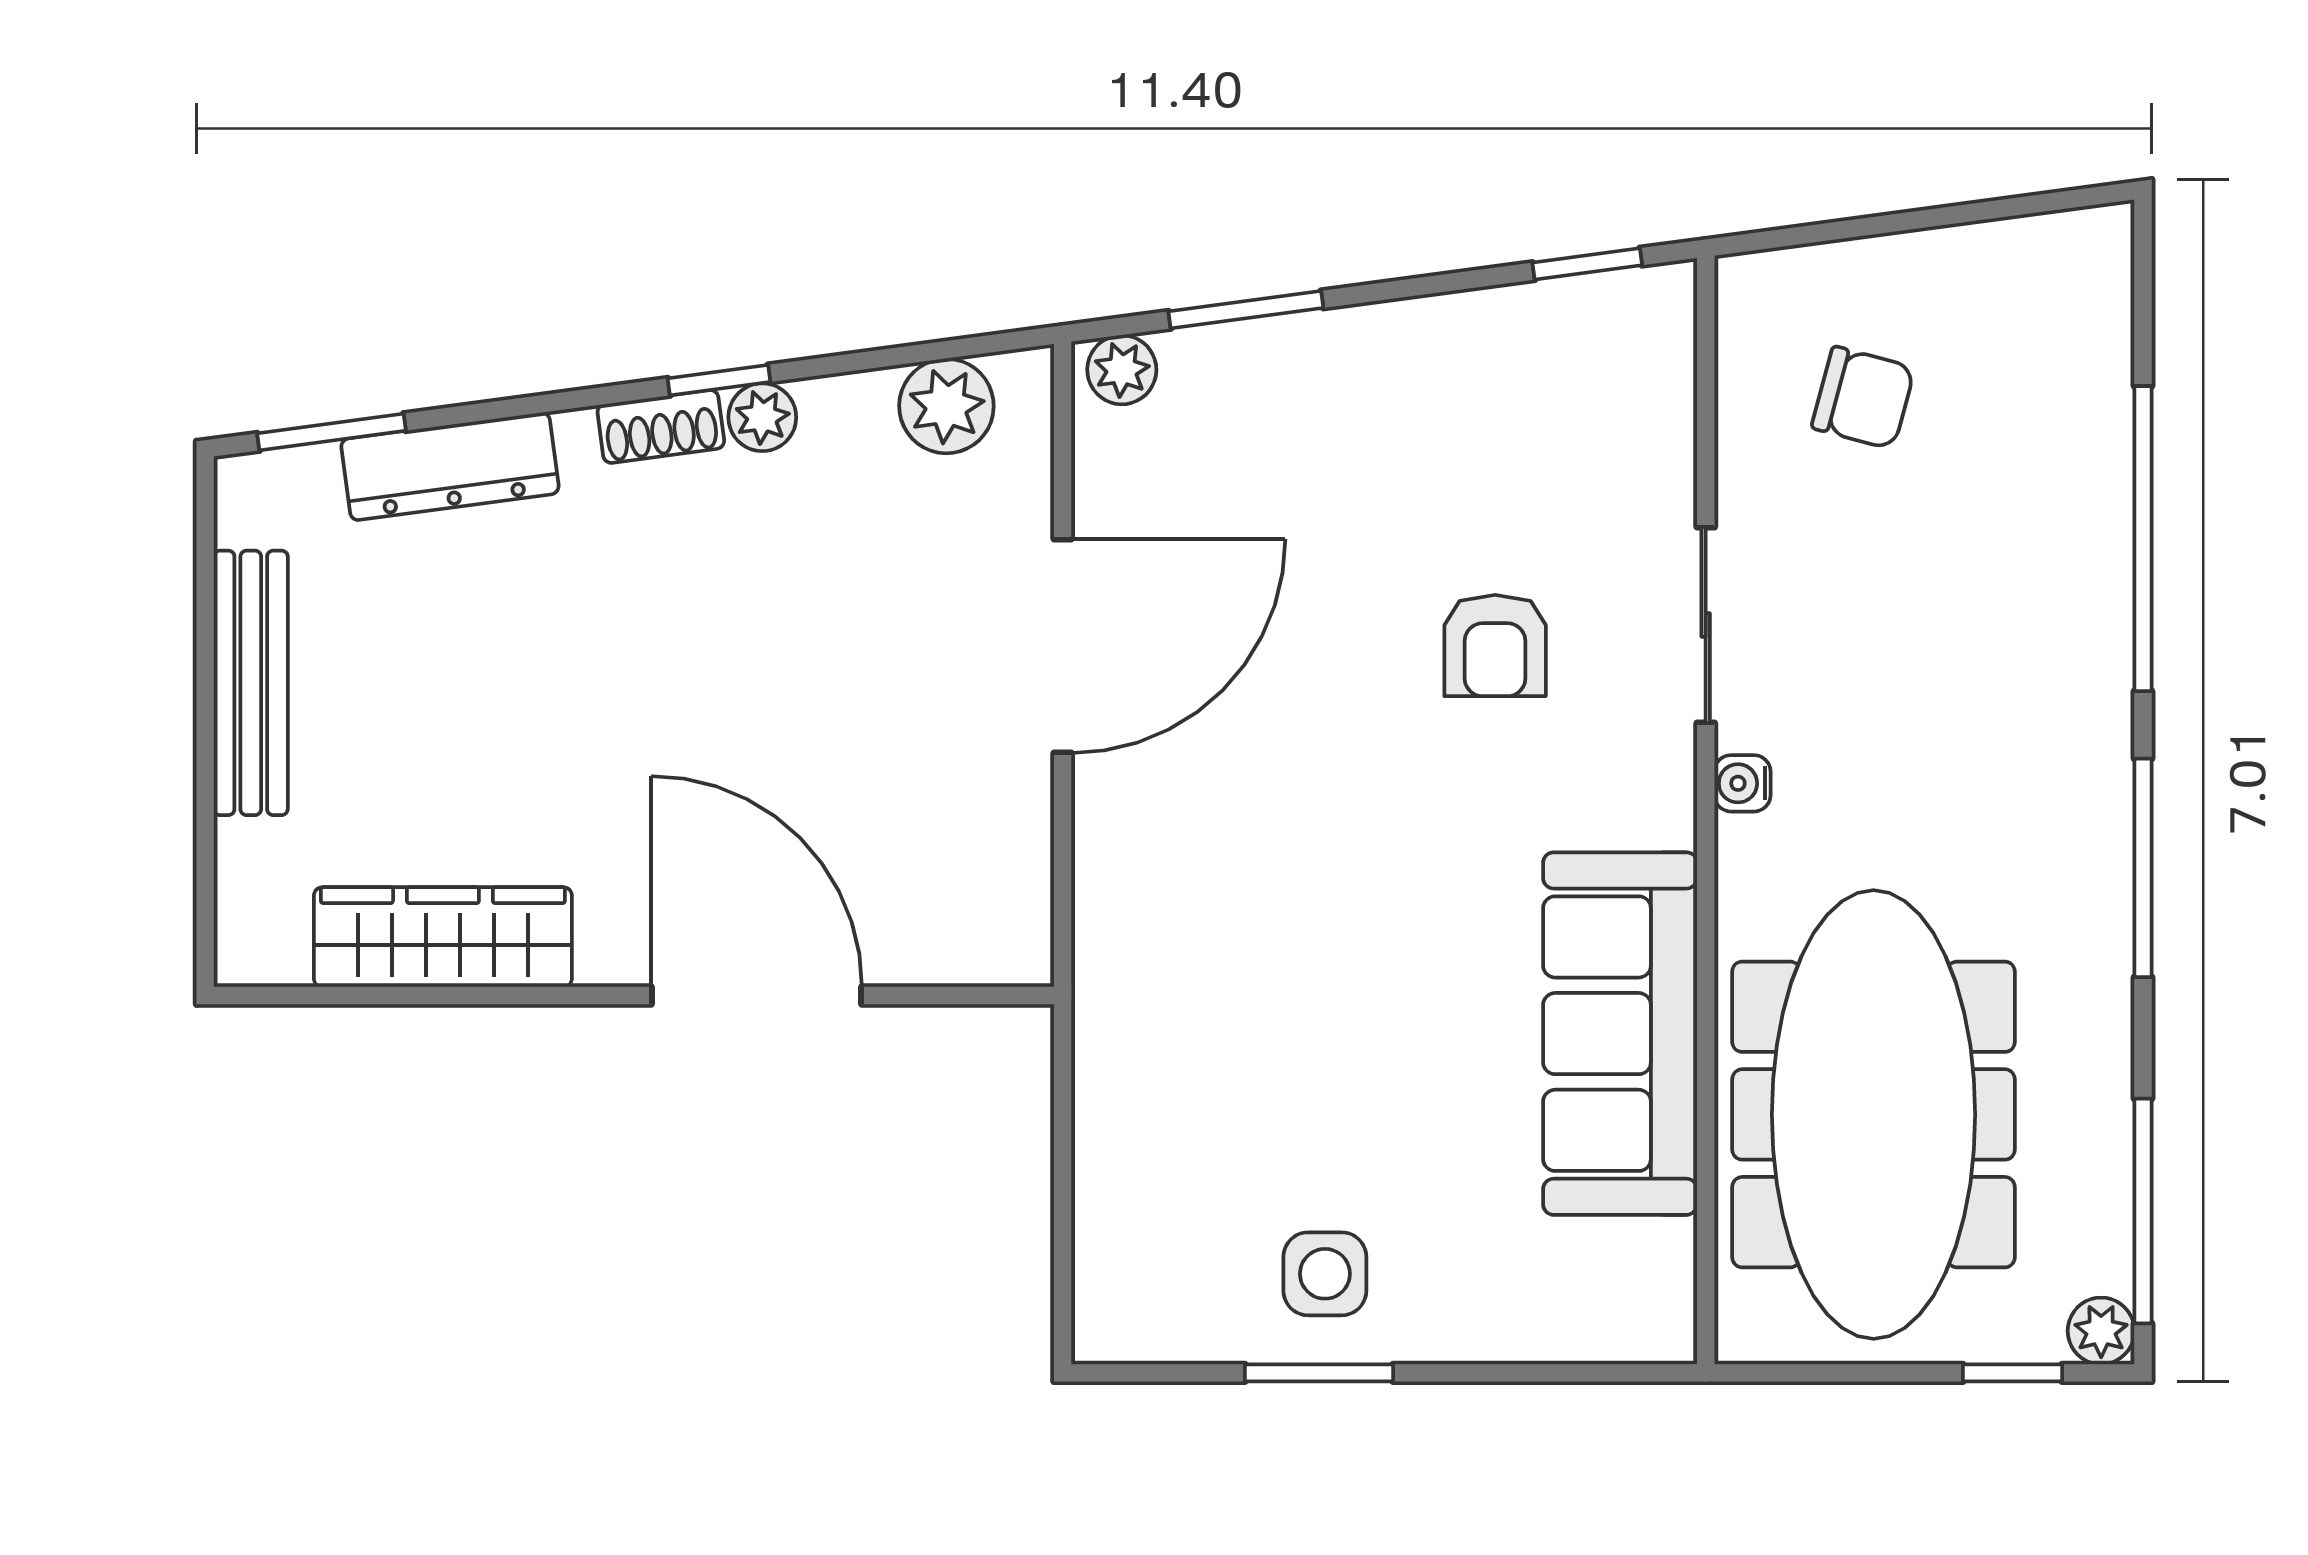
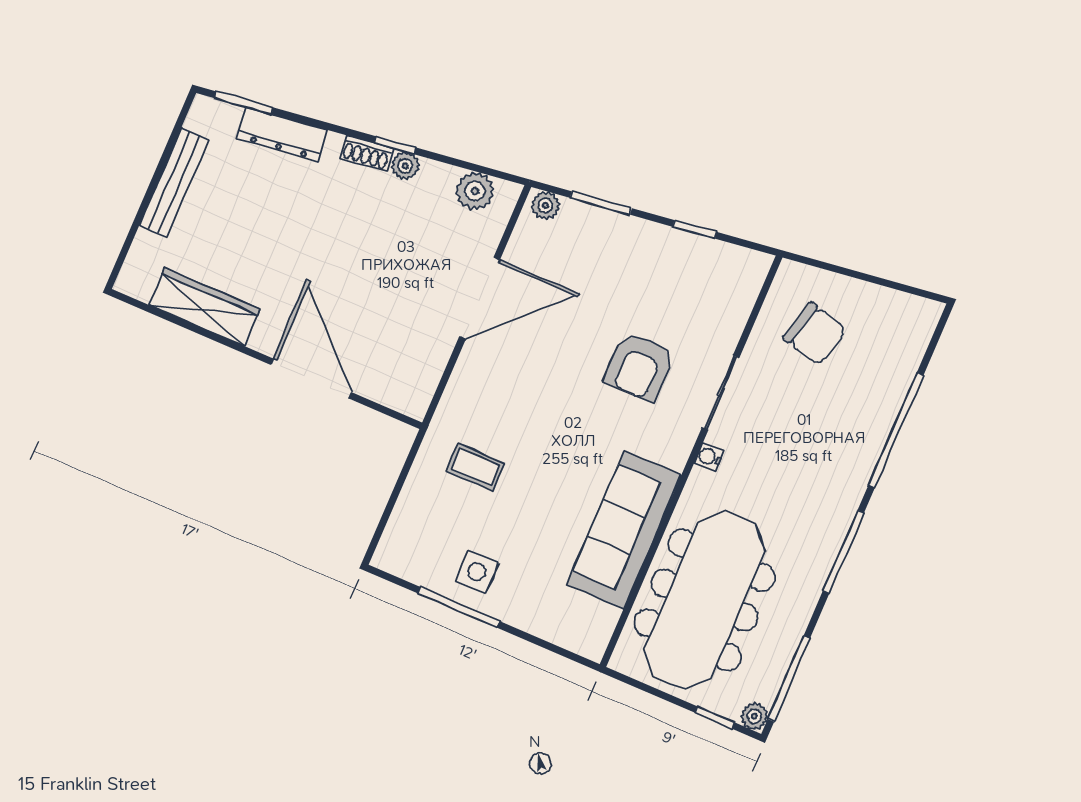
window: (1587, 264) -> (695, 229), moved
chair: (1863, 398) -> (815, 334), width x1.37, depth x1.37
armchair: (1495, 646) -> (639, 367), width x1.38, depth x1.38
coffee table: (1219, 1036) -> (475, 467), added
window: (1319, 1373) -> (459, 607), width x1.44

